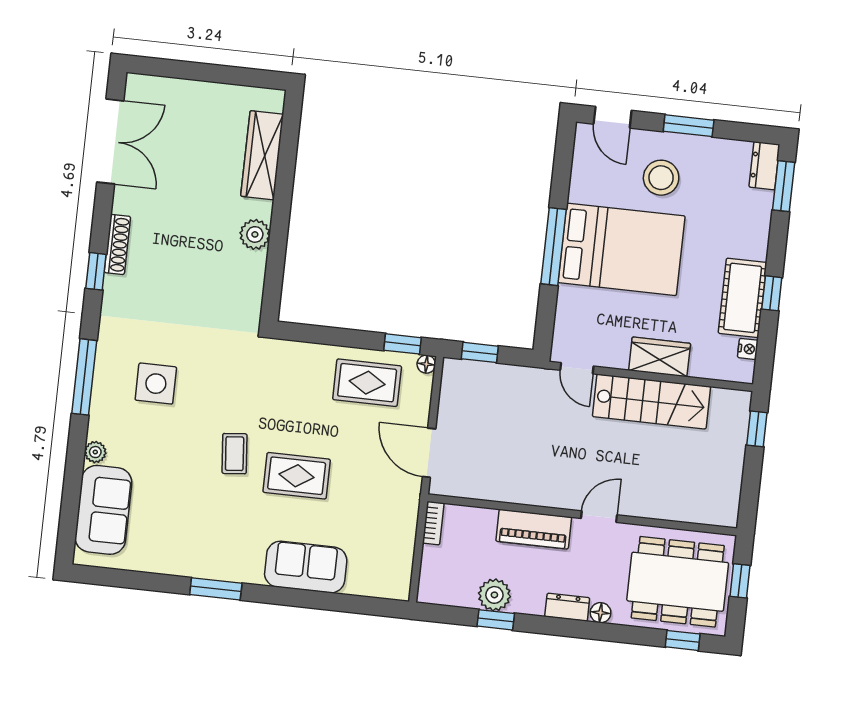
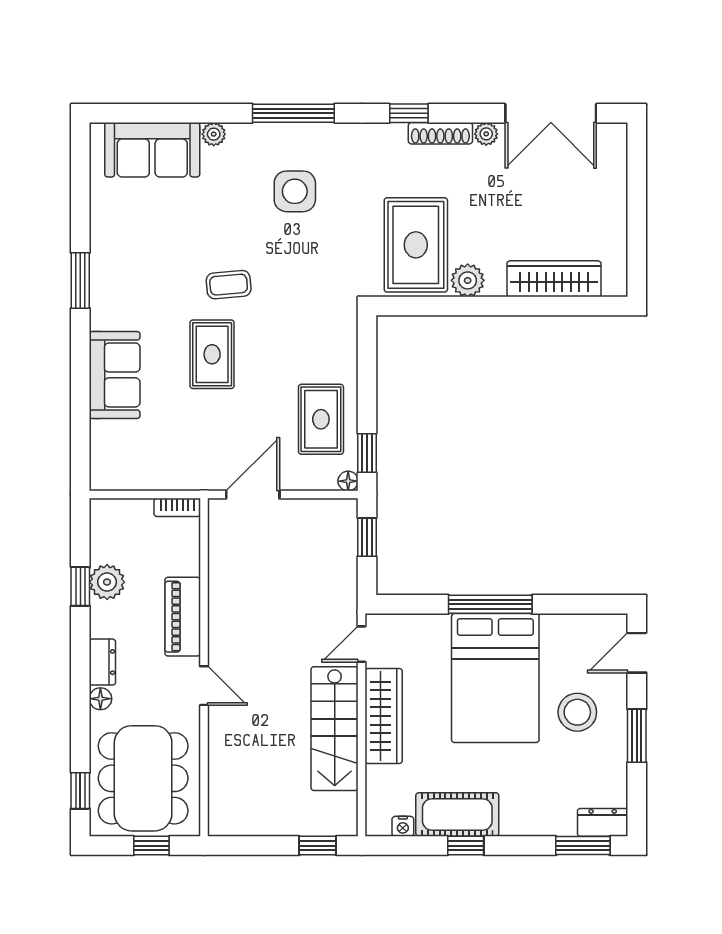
plant: (123, 203) -> (486, 134), added
rug: (217, 278) -> (416, 245), added
wardrobe: (660, 357) -> (384, 716), width x1.50

